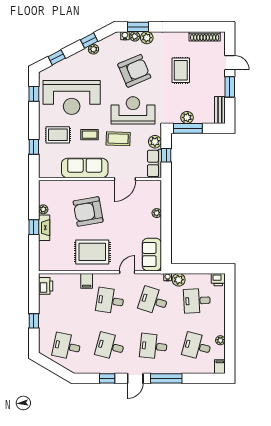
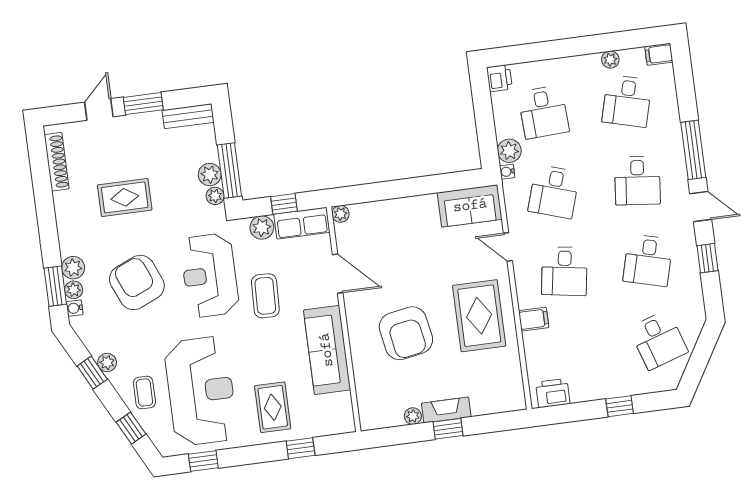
plant: (175, 119) -> (215, 196), added
coffee table: (90, 135) -> (144, 392), moved
plant: (157, 213) -> (340, 214), moved
desk: (67, 346) -> (658, 340), turned -30

